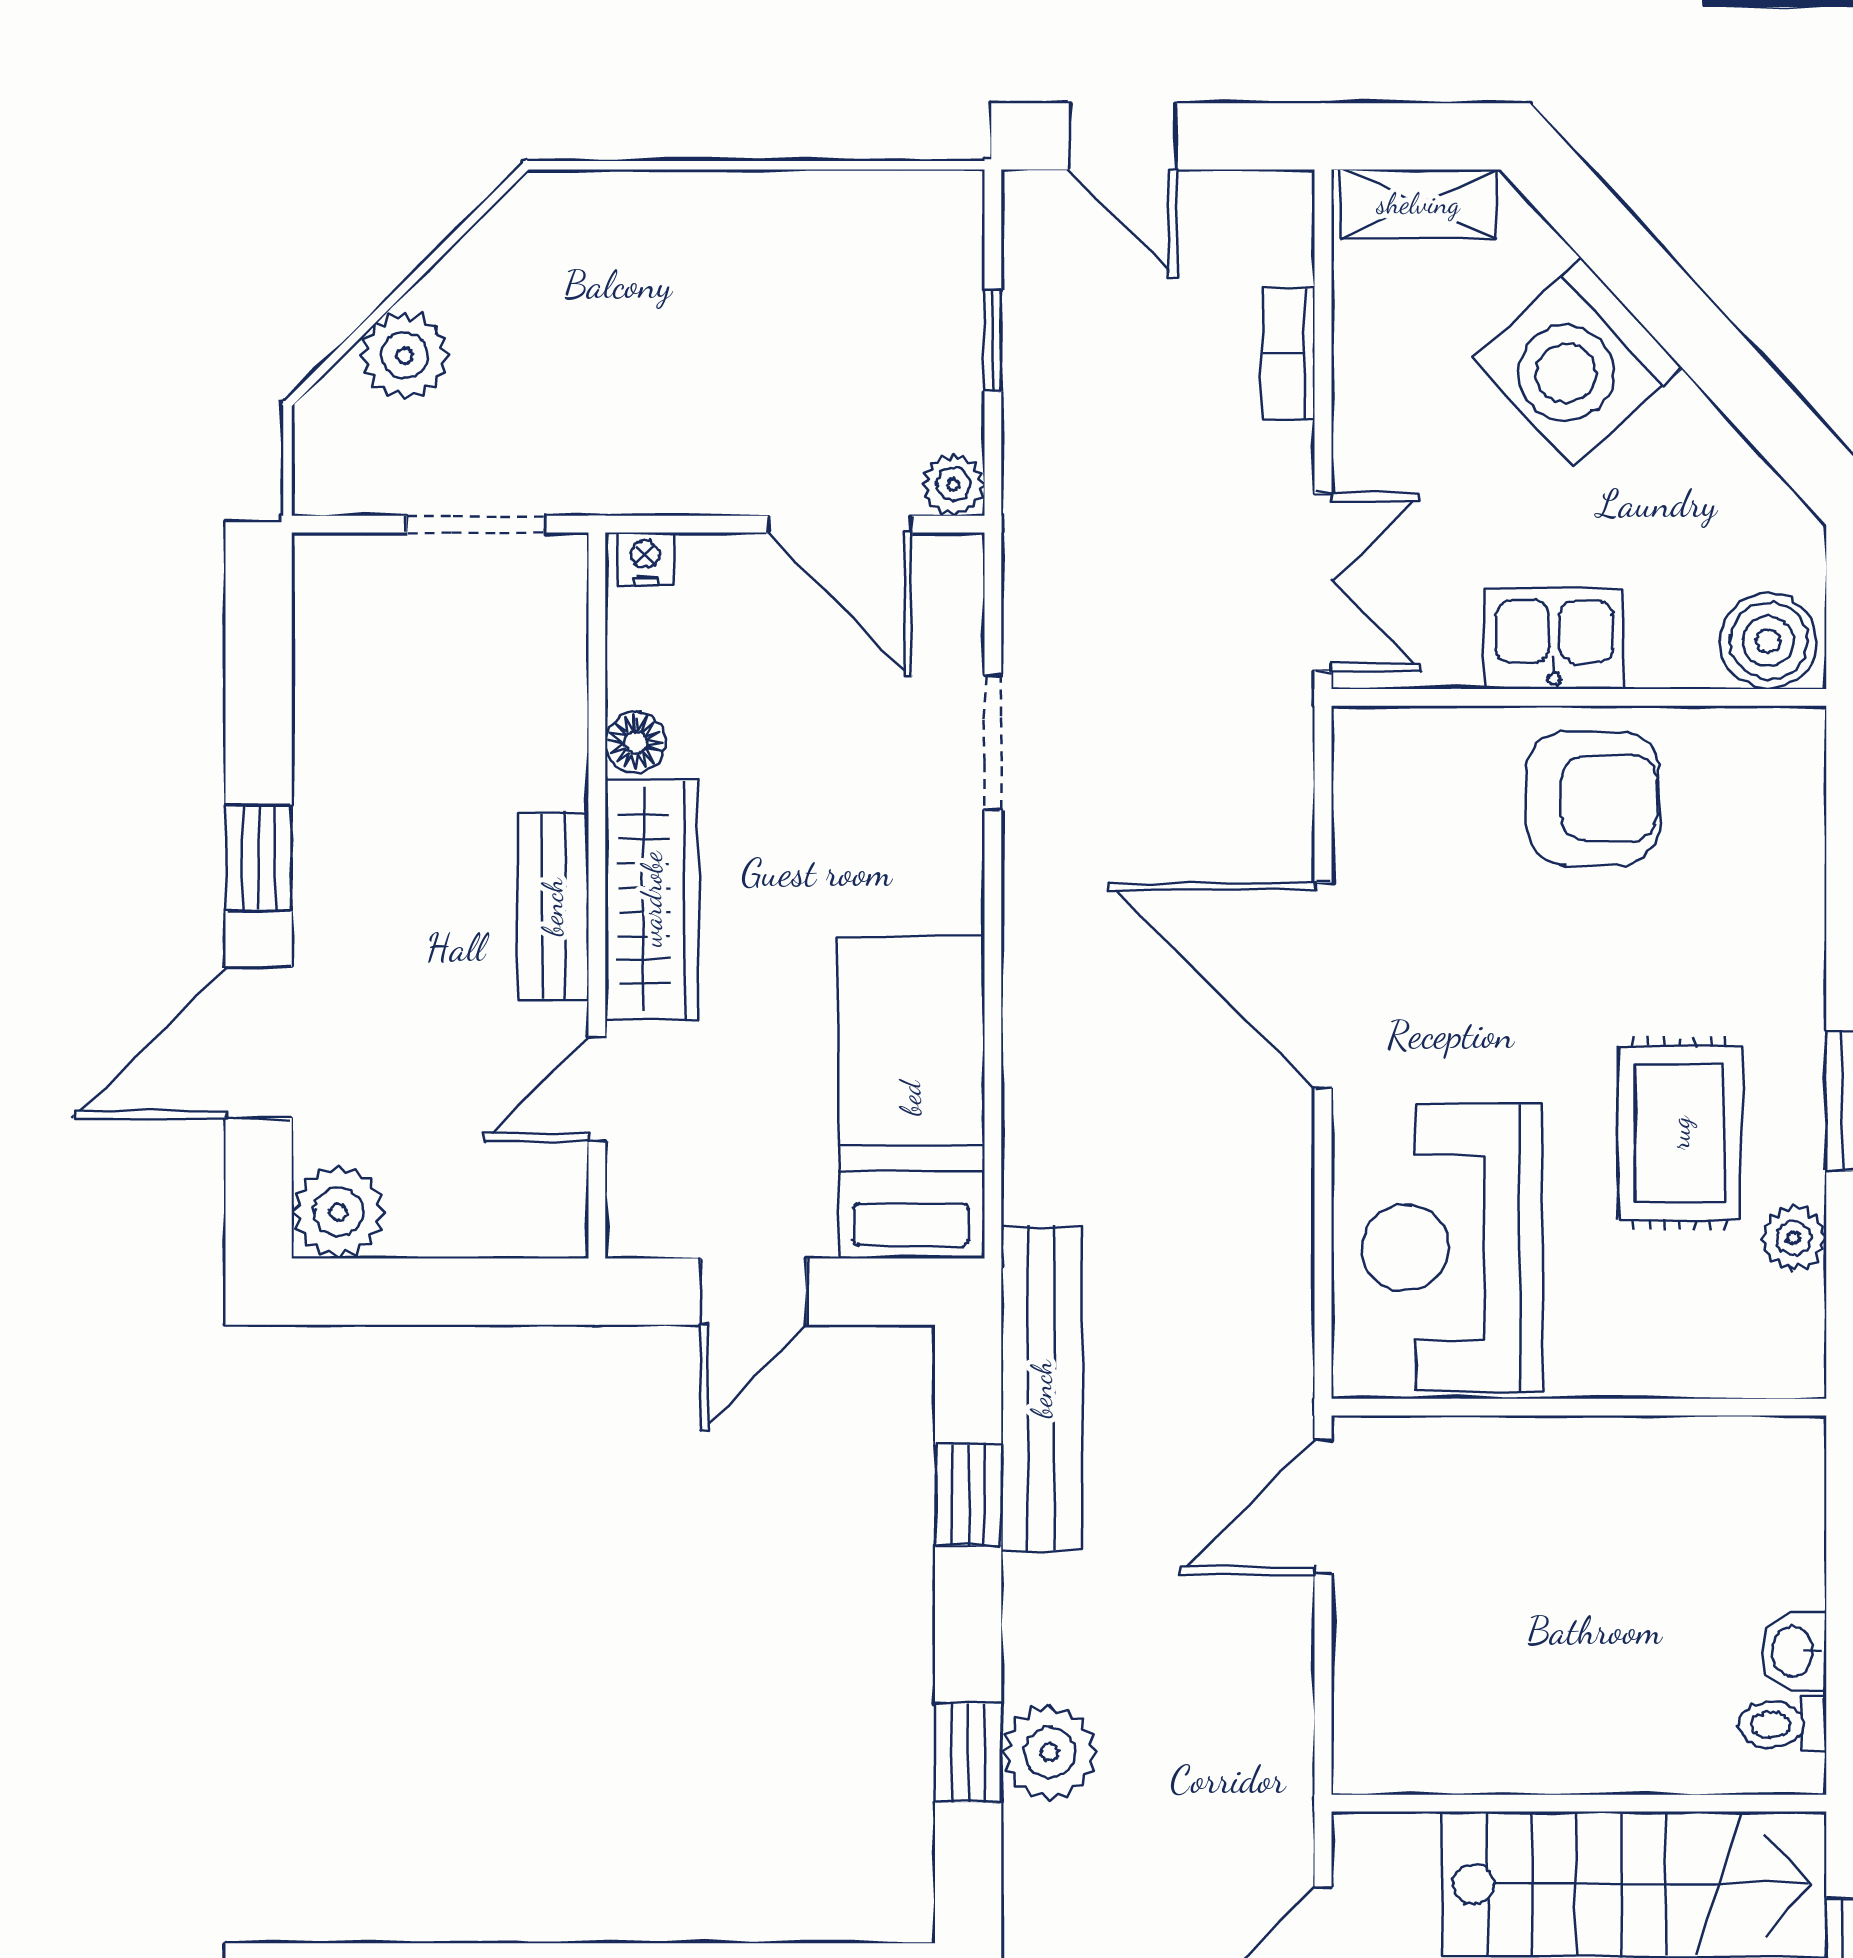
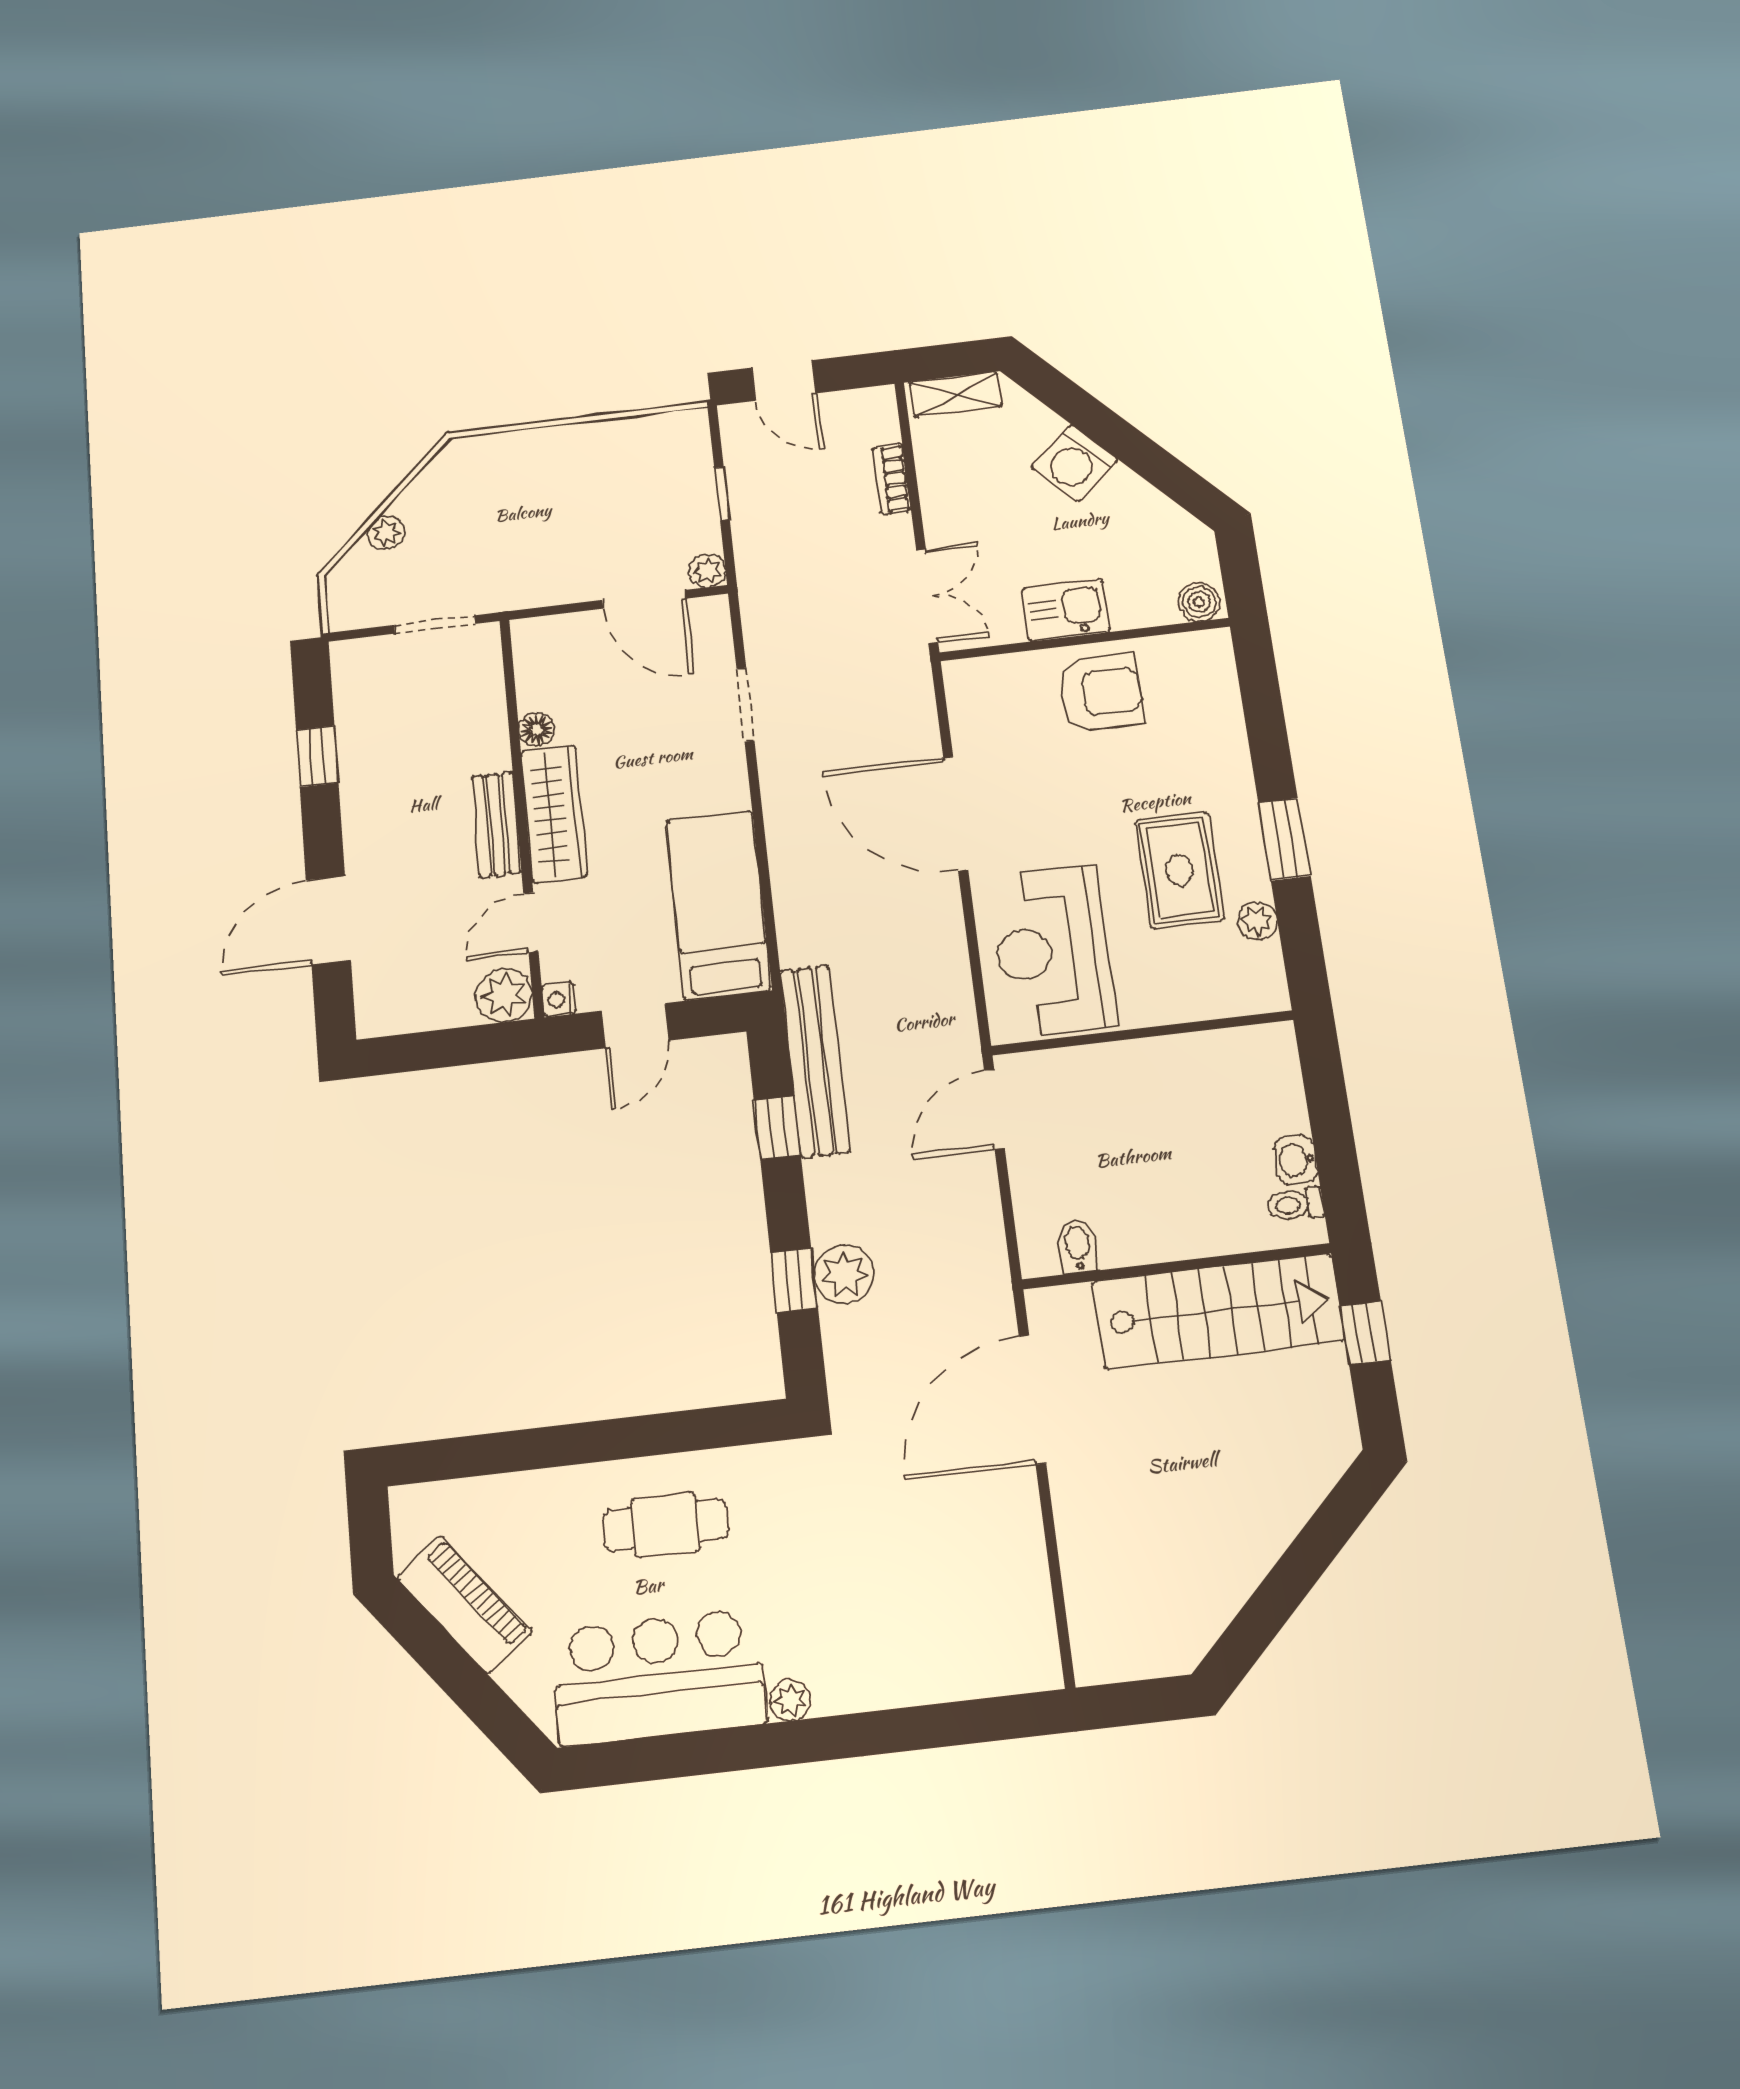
plant: (405, 355) -> (386, 533), width x0.73, depth x0.73
washing machine: (1577, 363) -> (1074, 463), width x0.73, depth x0.73
nightstand: (645, 559) -> (559, 1000), moved, turned -90
boiler: (1768, 641) -> (1199, 602), width x0.73, depth x0.73
window: (259, 858) -> (317, 756), moved
plant: (338, 1212) -> (504, 995), moved
bidet: (1427, 1752) -> (1078, 1247), added

